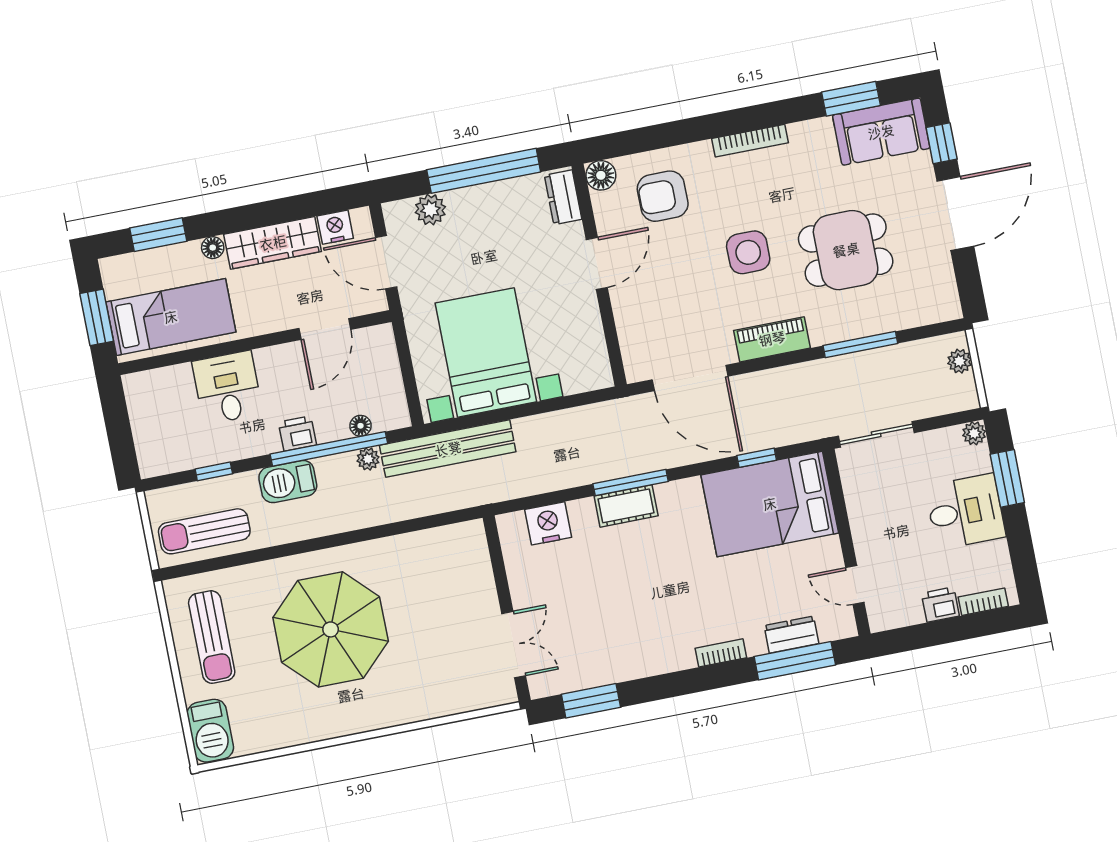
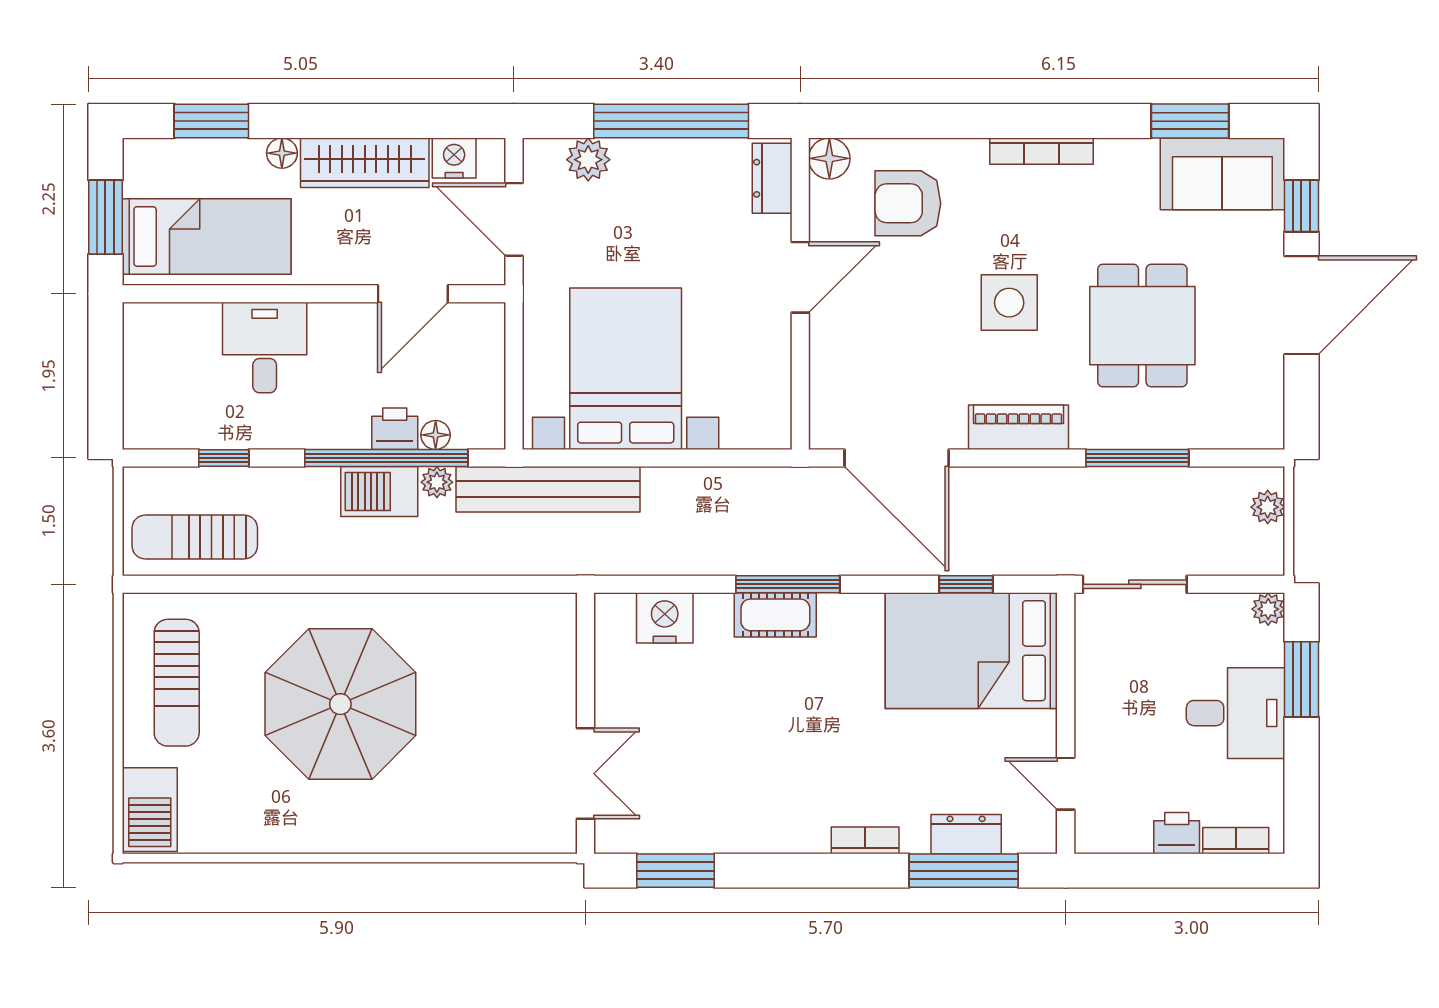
dining table: (846, 250) -> (1142, 326), turned 90
printer: (297, 434) -> (395, 429), moved
barbecue: (288, 482) -> (379, 491), moved

